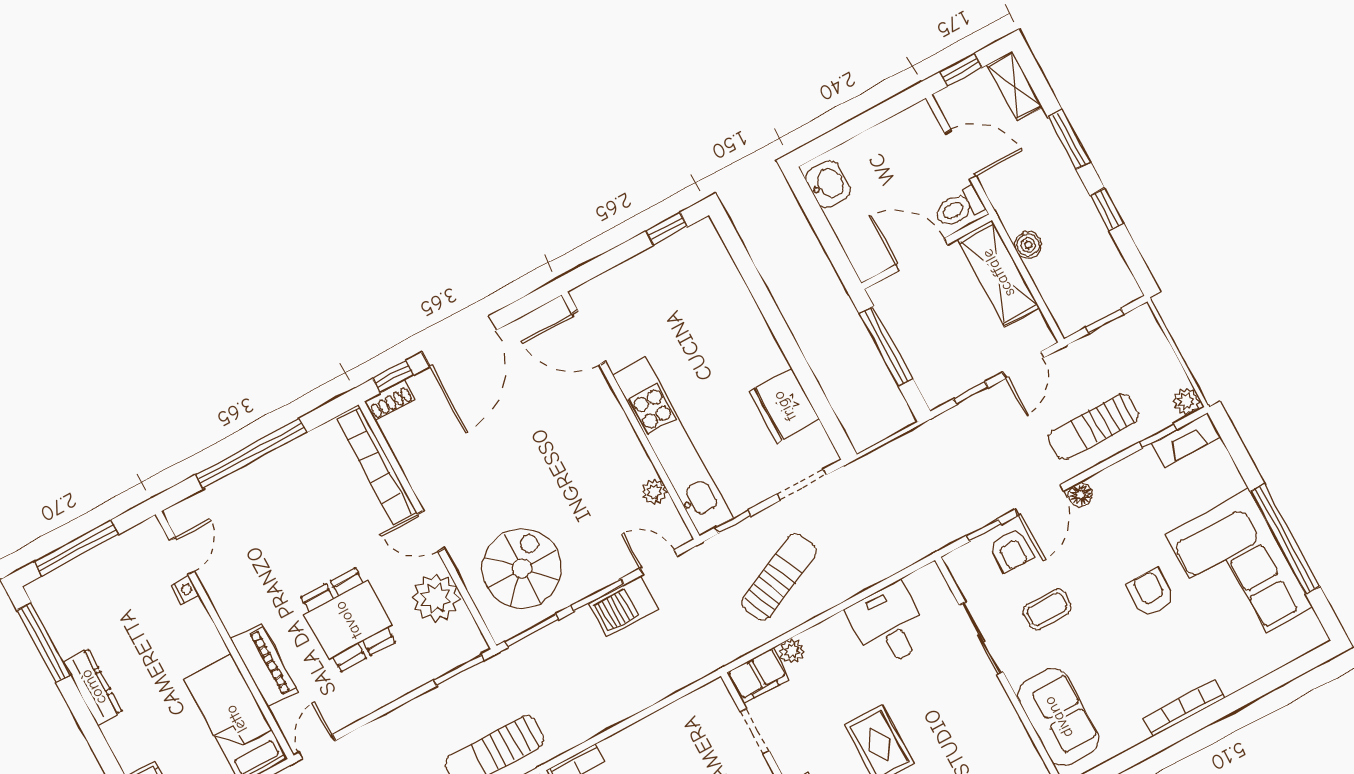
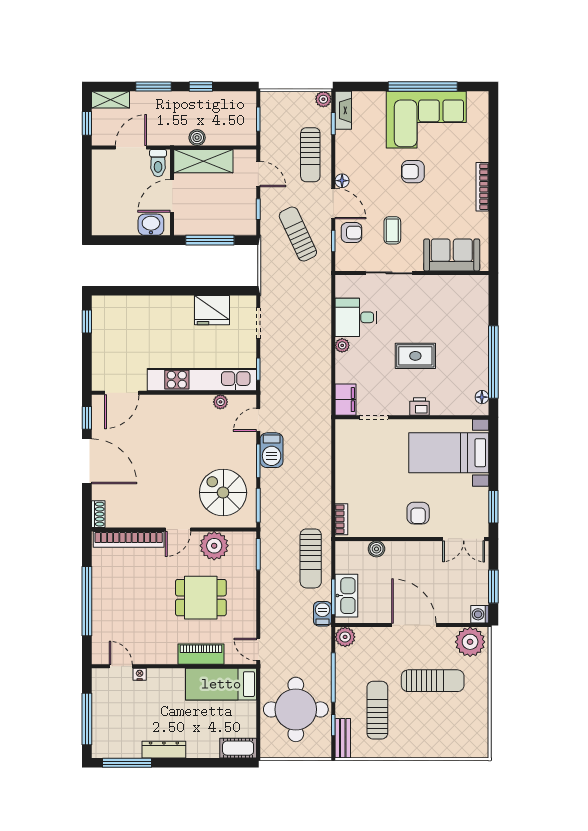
washbasin: (828, 184) -> (151, 225), moved
window: (393, 377) -> (87, 418), moved
sun lounger: (779, 577) -> (298, 234), moved
plant: (792, 651) -> (342, 345), moved

